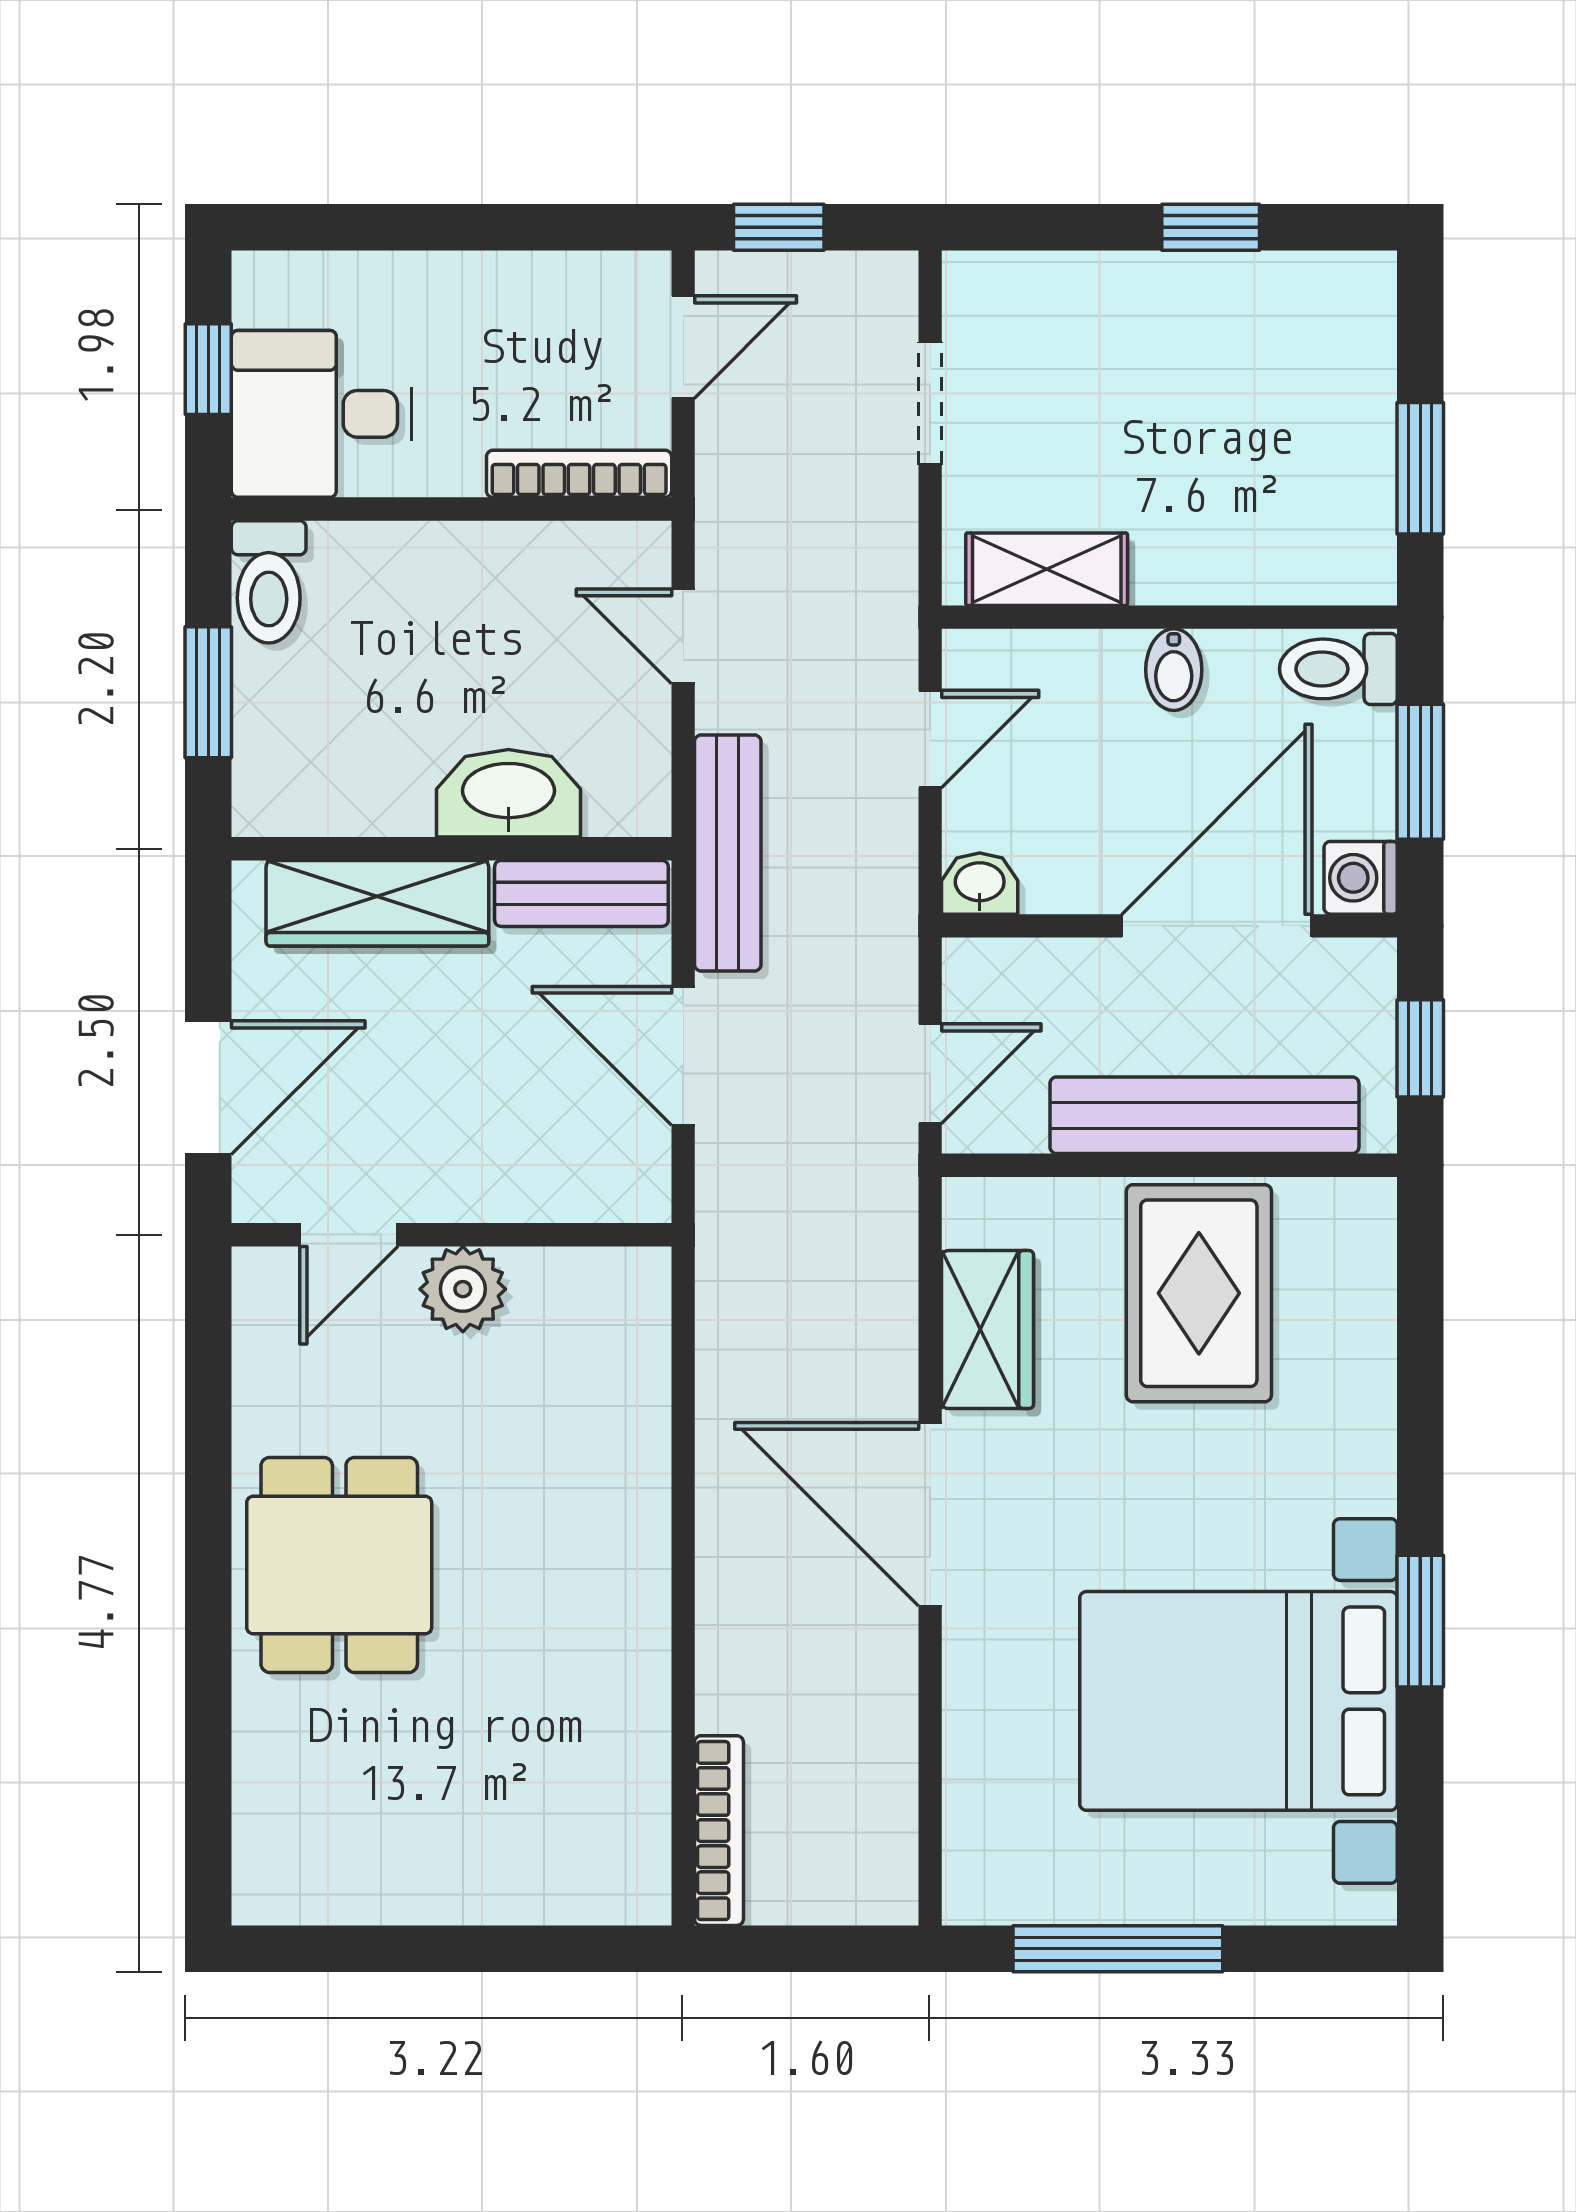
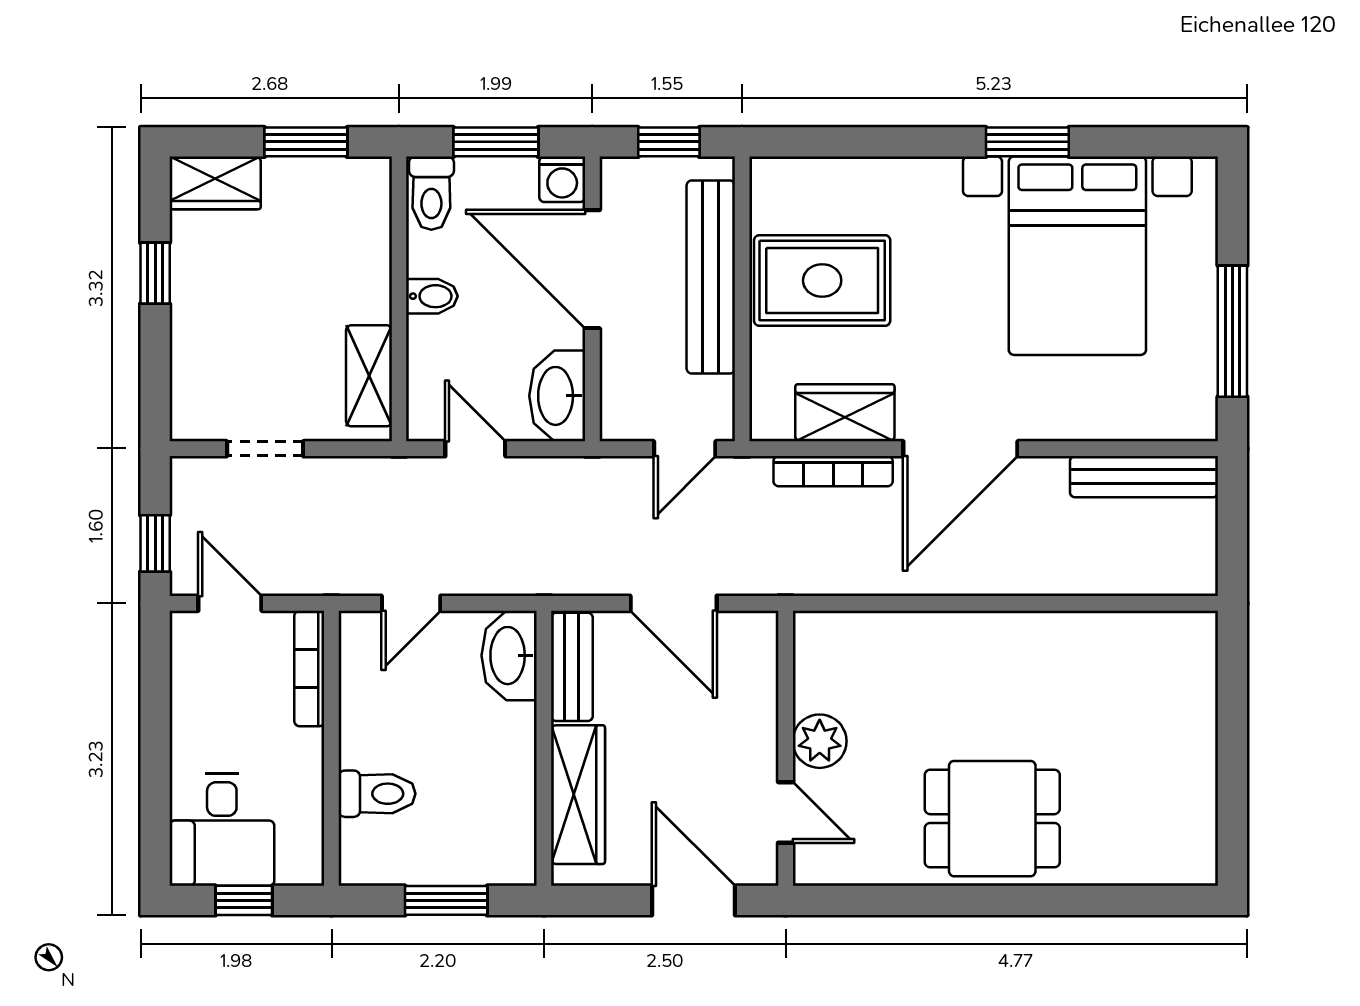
wardrobe: (1355, 323) -> (215, 183), added
desk: (322, 414) -> (222, 830), moved
toilet: (269, 582) -> (377, 794), moved
washbasin: (508, 793) -> (509, 656), moved
bench: (728, 853) -> (1144, 477), moved
washbasin: (980, 884) -> (557, 396), width x1.91, depth x1.45
door: (683, 1056) -> (674, 603), hinge flipped
door: (930, 1074) -> (685, 449), swing flipped
bookcase: (719, 1831) -> (833, 471), moved, turned 180

